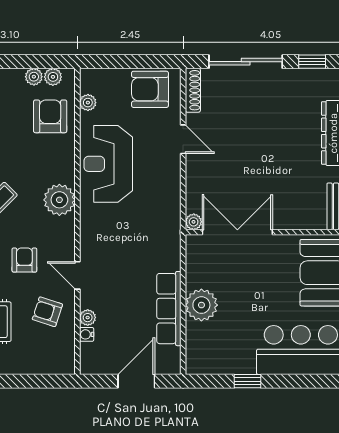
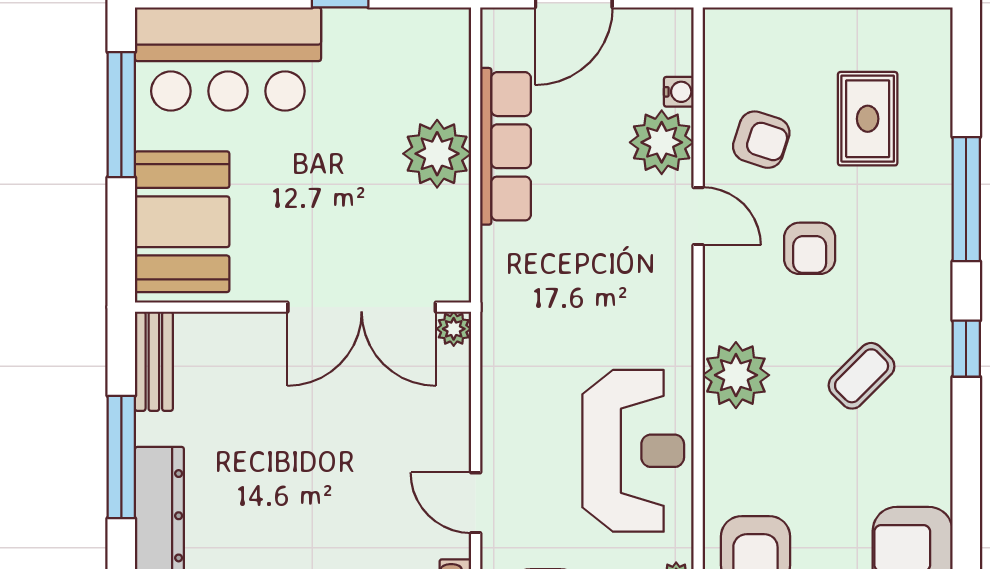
plant: (88, 318) -> (662, 142), width x1.88, depth x1.88

